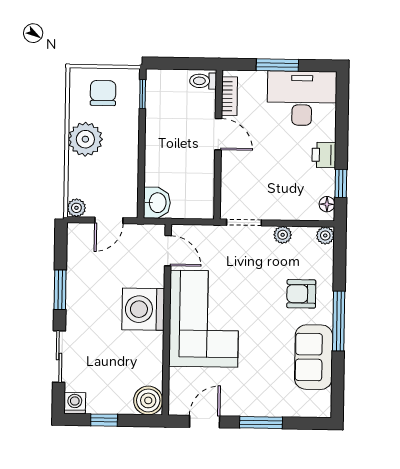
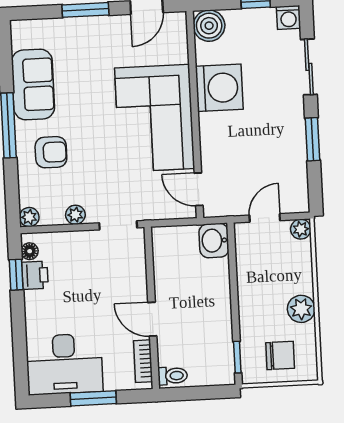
chair: (103, 93) -> (280, 355), turned -90
plant: (85, 139) -> (301, 309), width x0.73, depth x0.73
printer: (324, 155) -> (35, 275), moved
washing machine: (143, 309) -> (219, 88), moved

